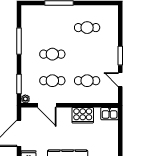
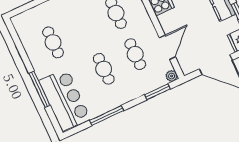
bar counter: (44, 17) -> (65, 100), added

